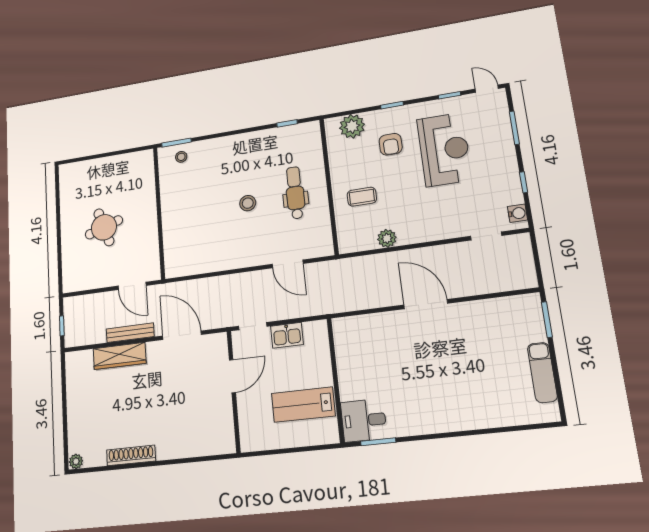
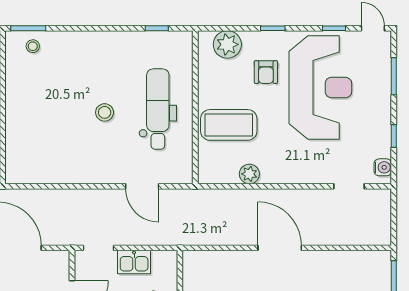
reception desk: (444, 150) -> (320, 88), width x1.36, depth x1.30
dental chair: (295, 193) -> (158, 109), width x1.36, depth x1.38
coffee table: (362, 197) -> (229, 125), width x1.86, depth x1.72

